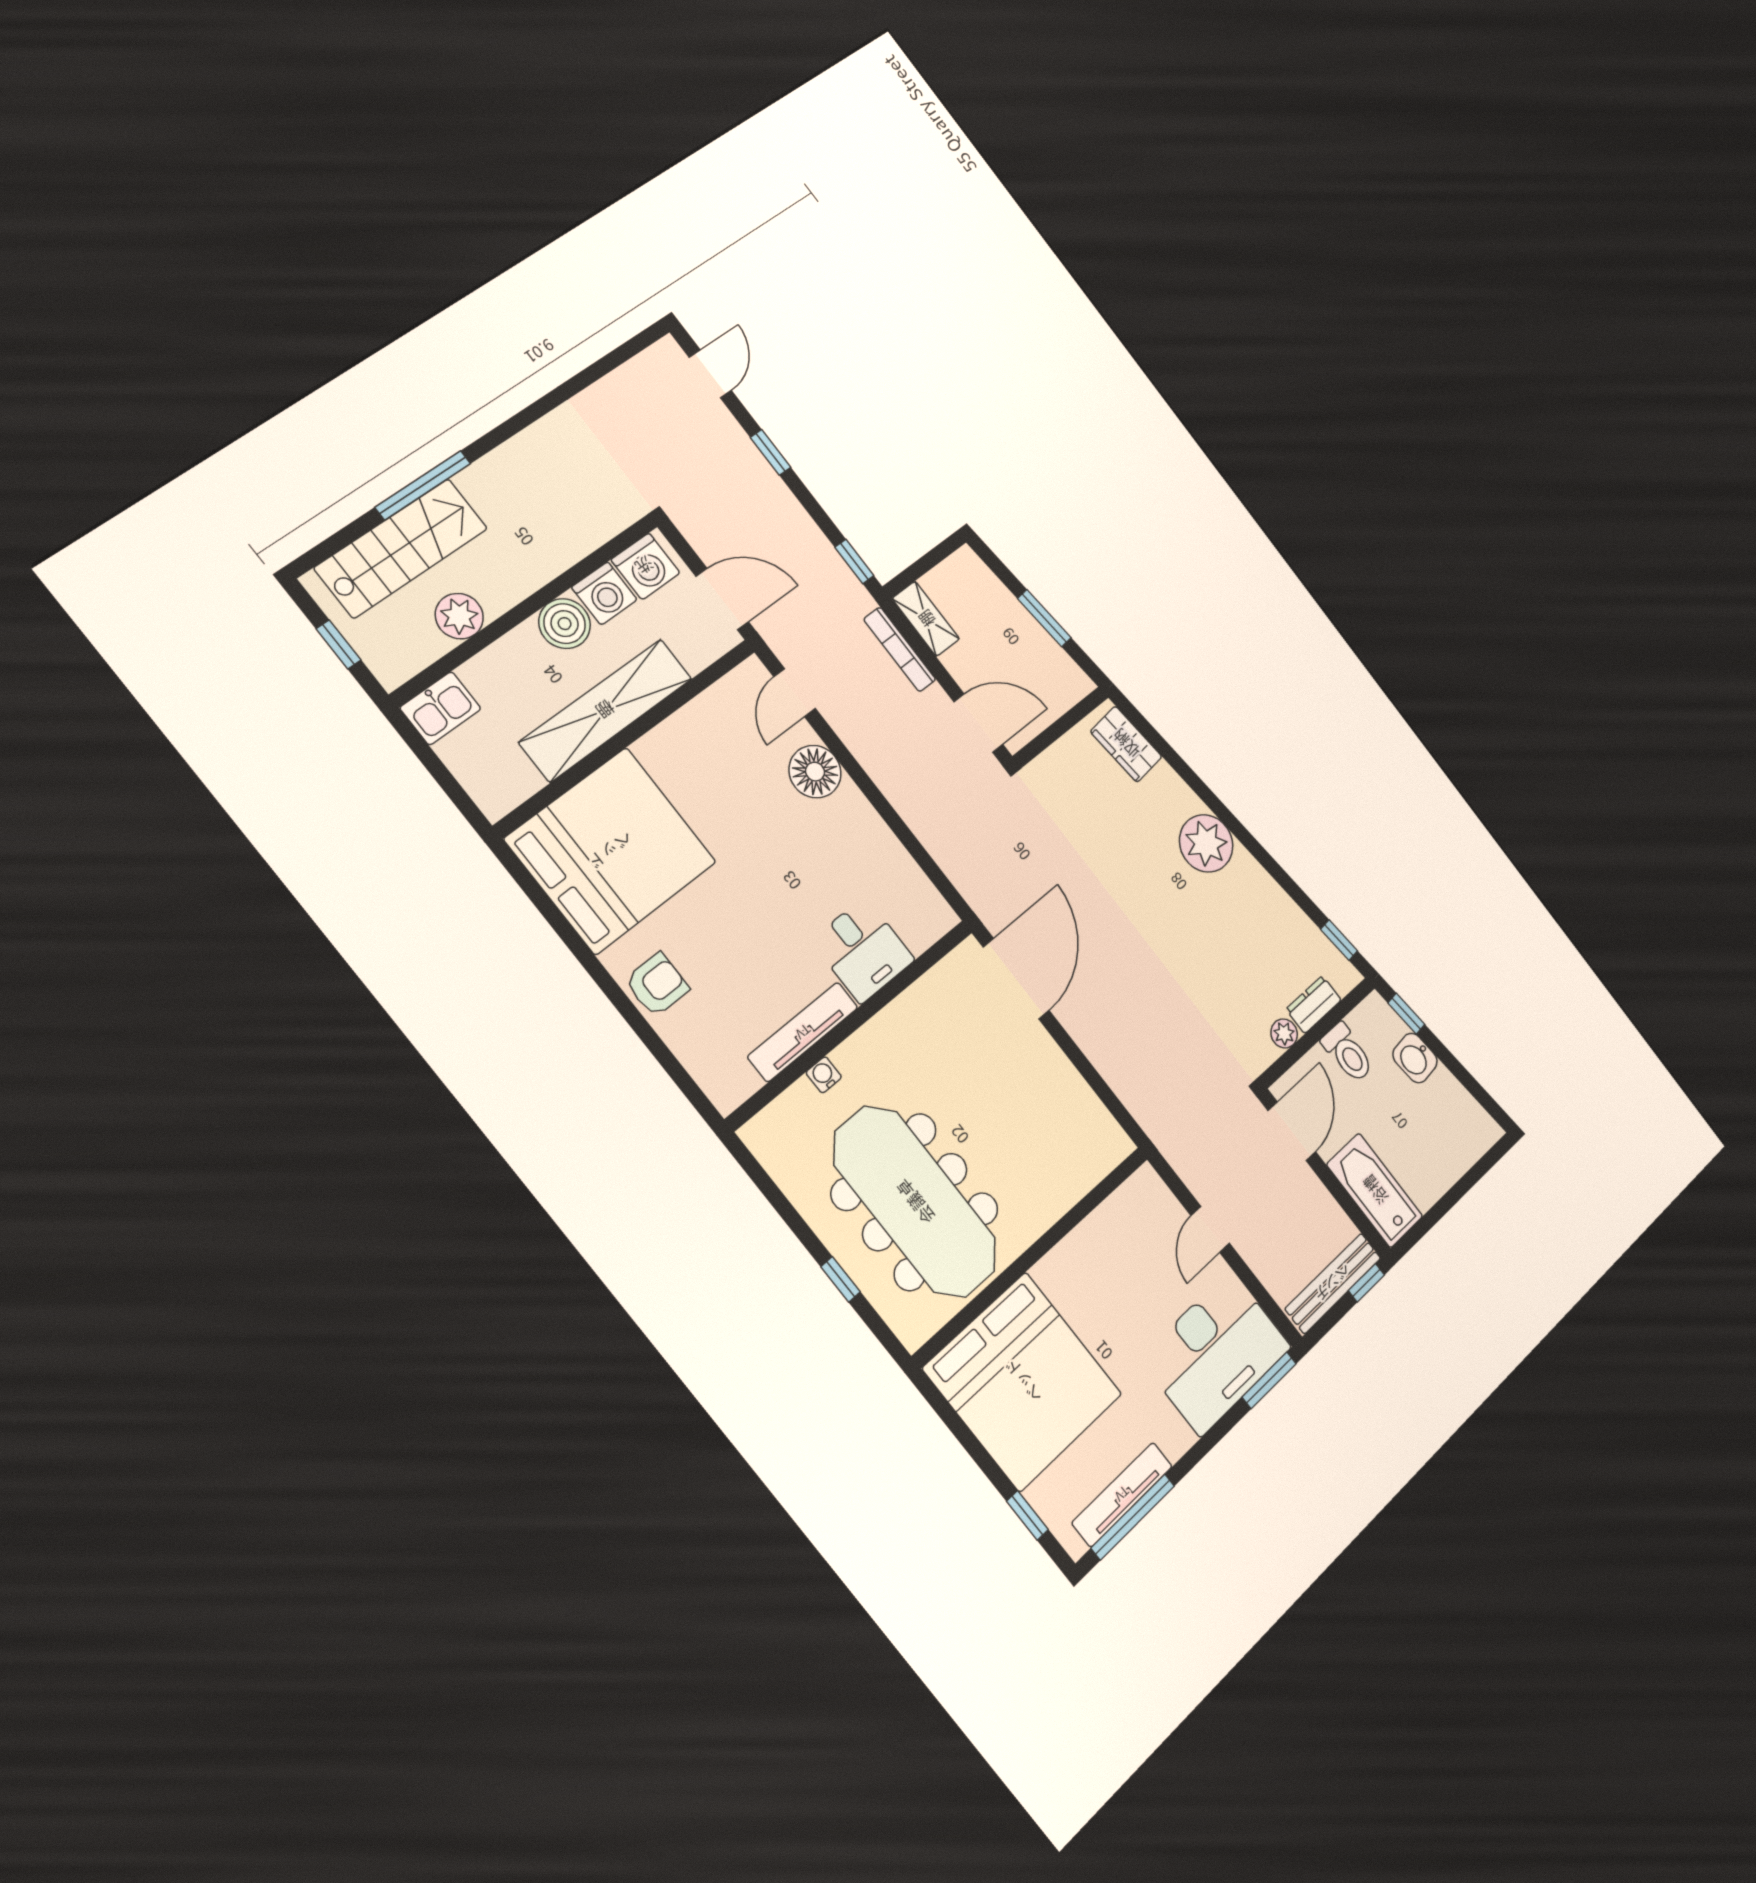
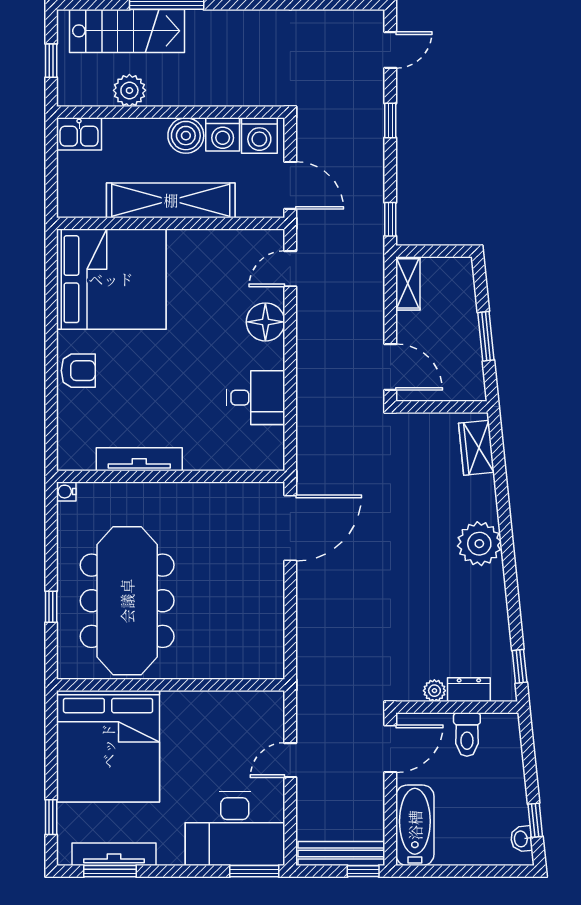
bookcase: (900, 649) -> (376, 290), removed
desk: (863, 950) -> (256, 398), moved, turned -90
window: (1406, 1014) -> (535, 820), moved
washbasin: (1415, 1058) -> (521, 839), moved, width x0.72, depth x0.69
water cooler: (824, 1075) -> (66, 492), moved, turned -90
window: (1133, 1517) -> (110, 871), width x0.69

